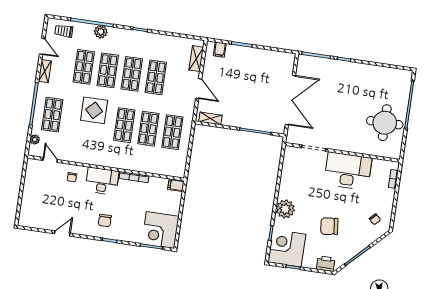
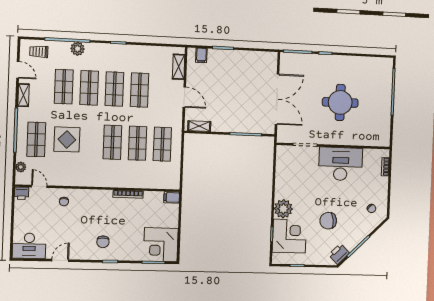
display table: (94, 110) -> (67, 139), moved
round table: (385, 123) -> (340, 102), moved
printer: (33, 165) -> (22, 193), added
desk: (102, 181) -> (29, 246), moved, turned 180
corner desk: (287, 248) -> (289, 236), moved, turned 90
printer: (326, 264) -> (339, 254), moved, turned -45

